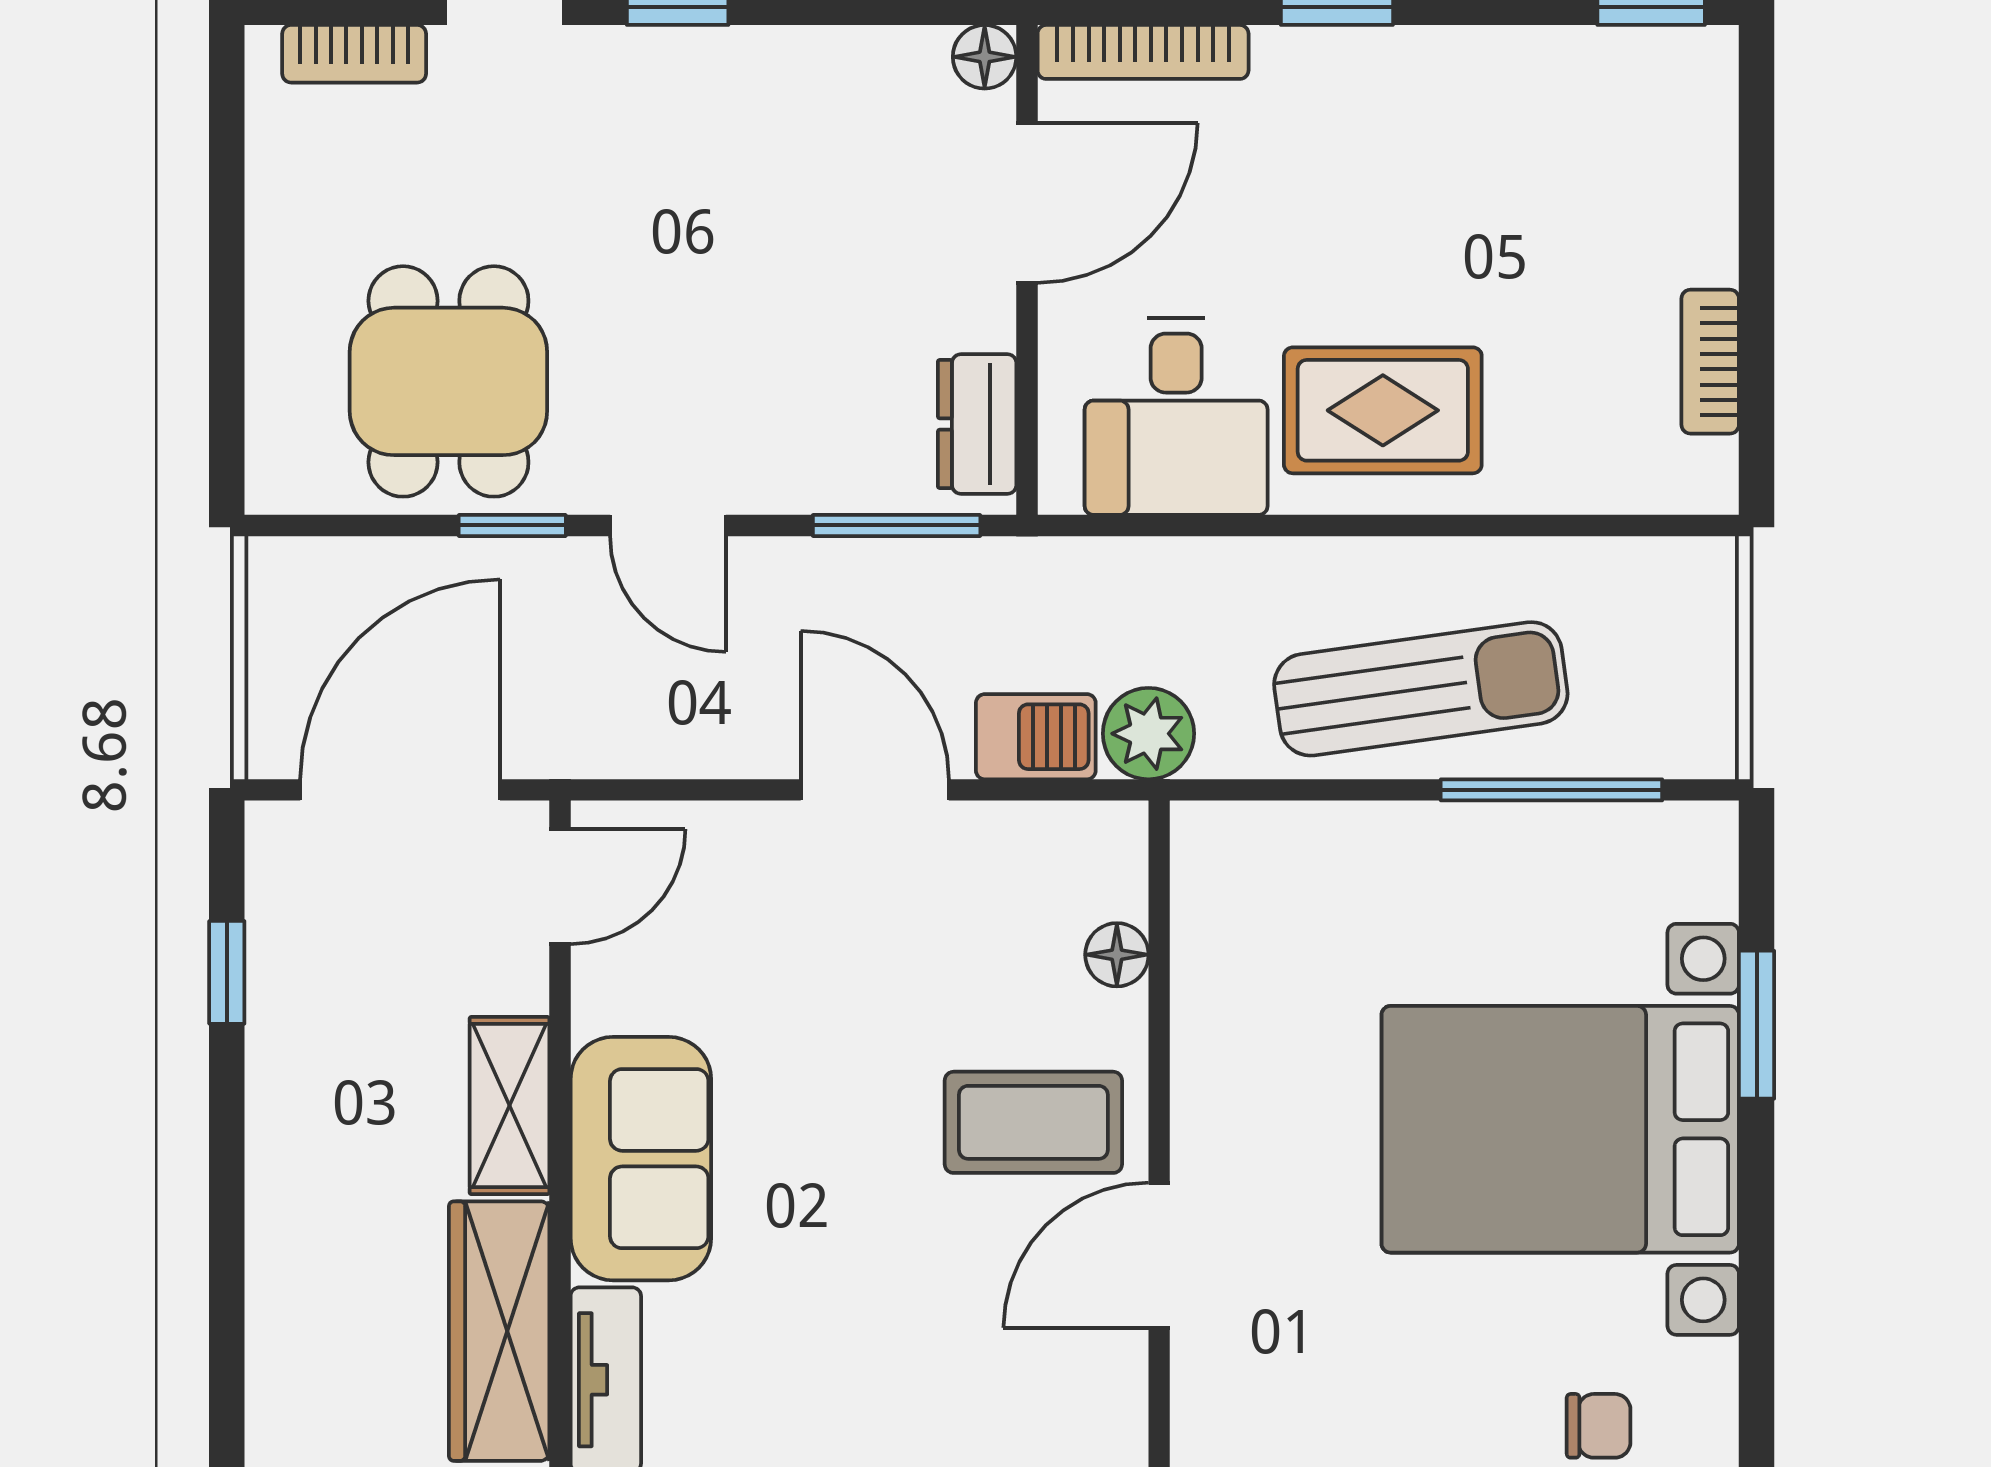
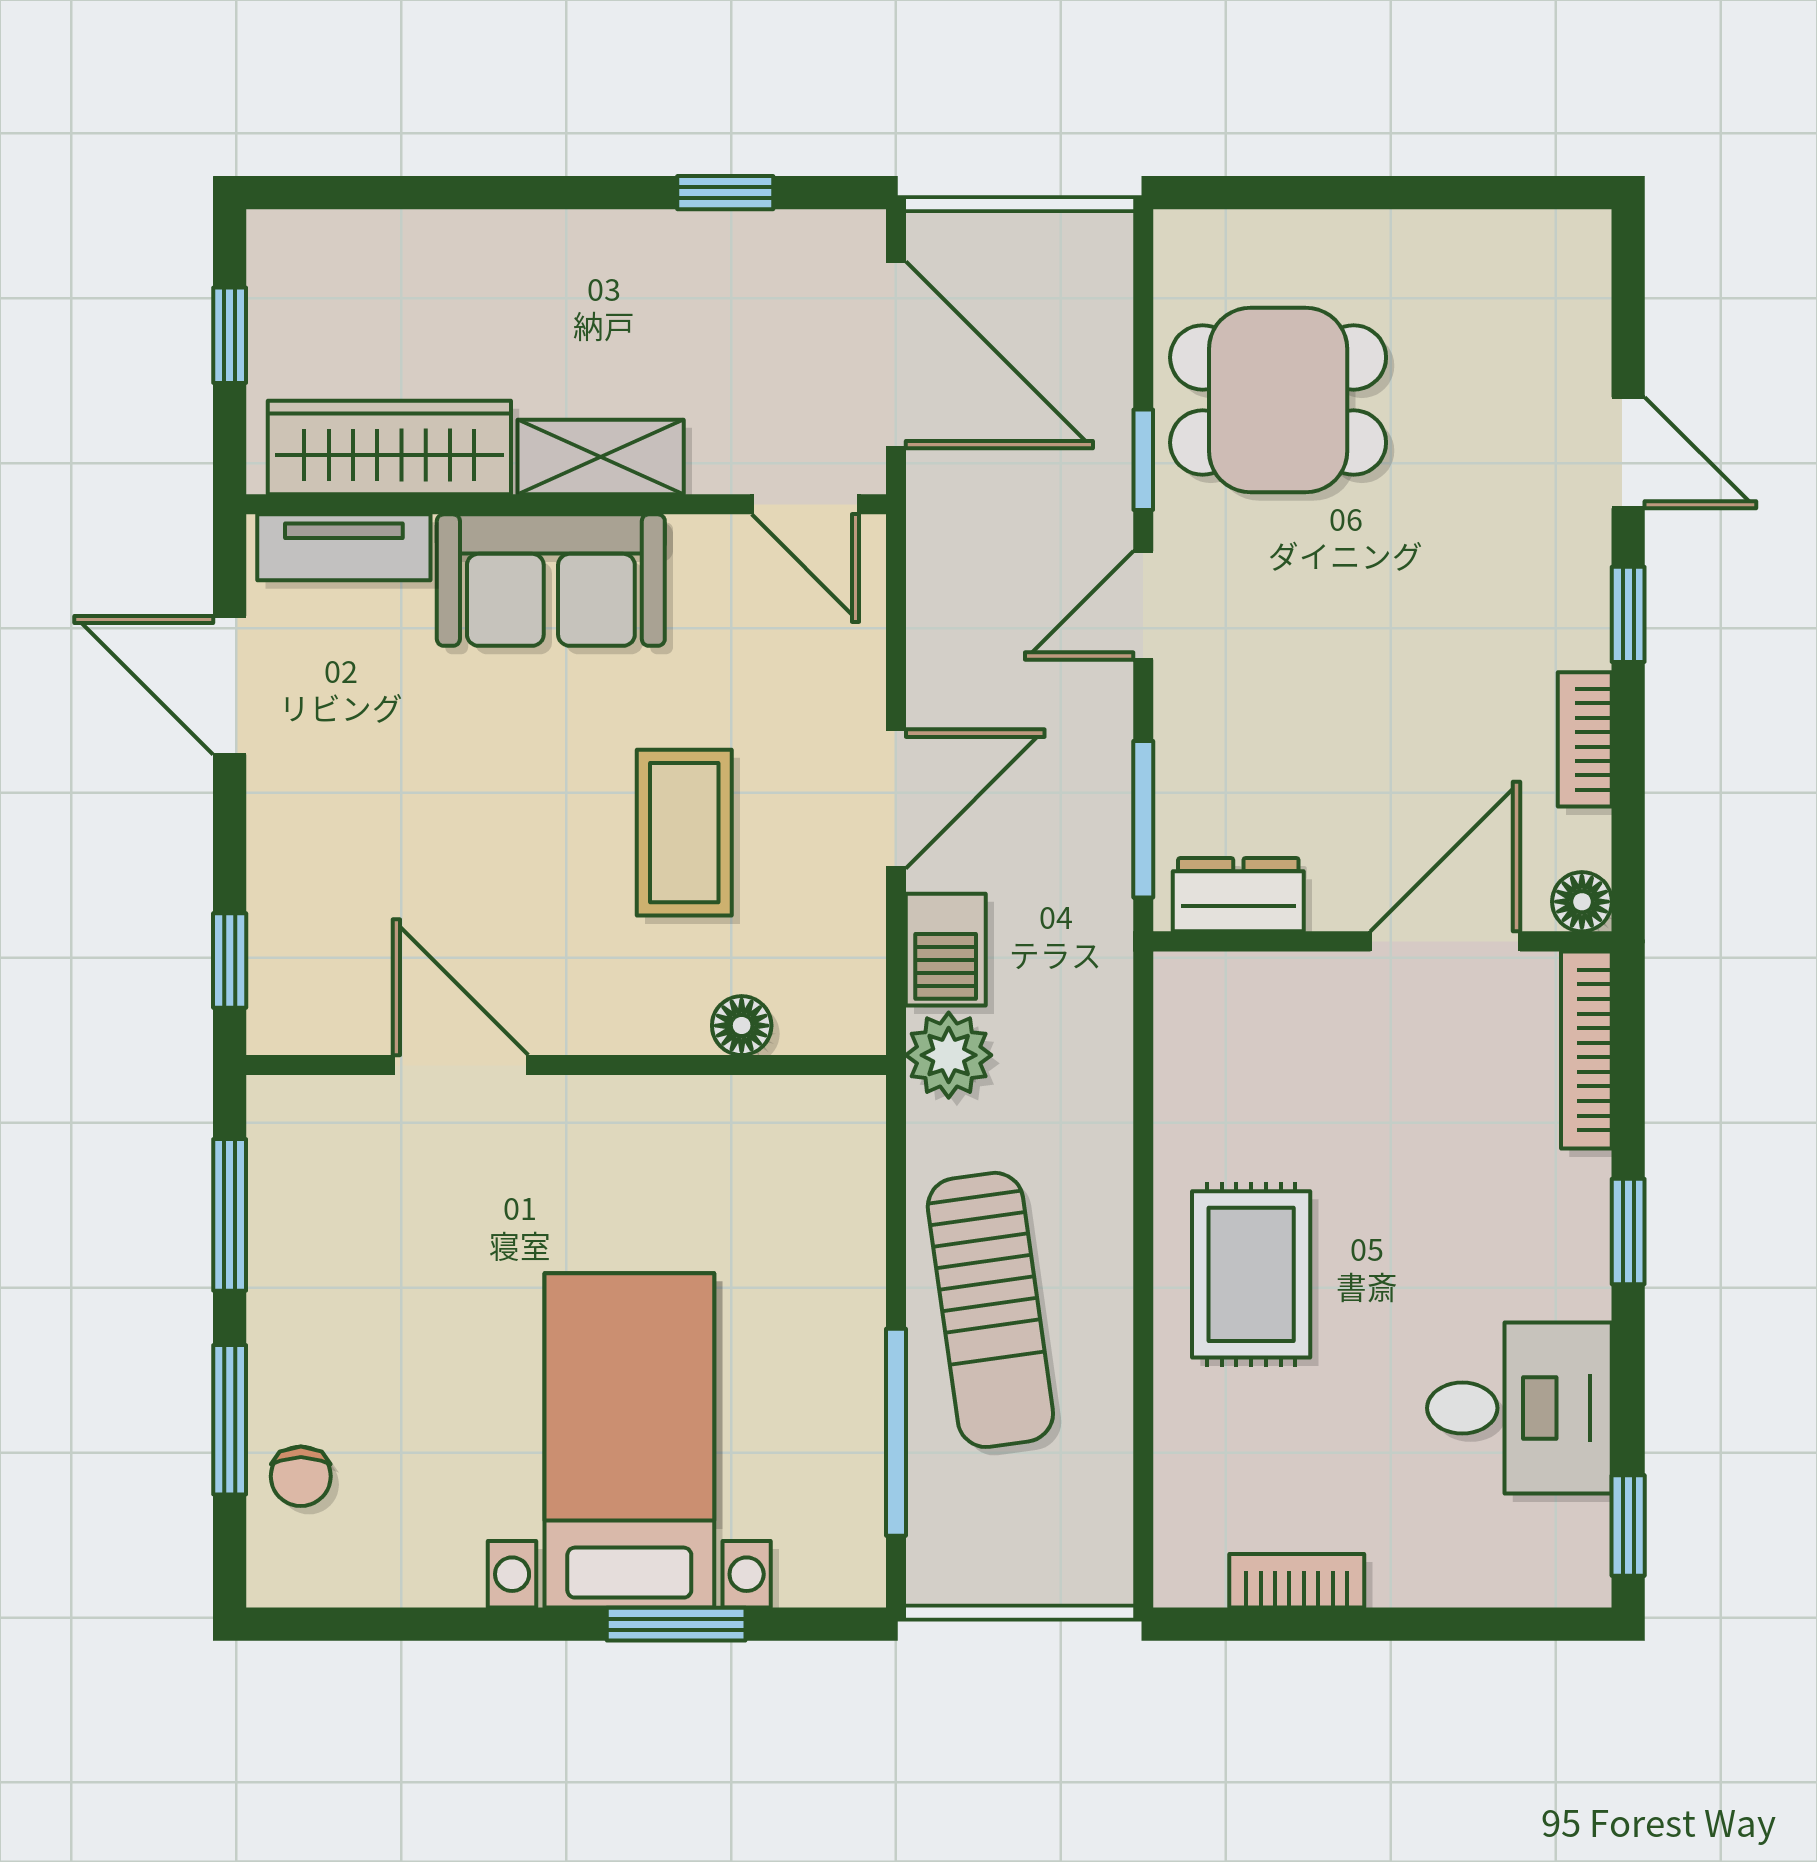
bookcase: (354, 54) -> (1585, 739), moved
door: (1027, 203) -> (1445, 941), swing flipped
desk: (1176, 416) -> (1519, 1408), moved, turned 180
coffee table: (1033, 1122) -> (684, 833), moved
bed with nightstands: (1560, 1129) -> (629, 1440), width x0.73

